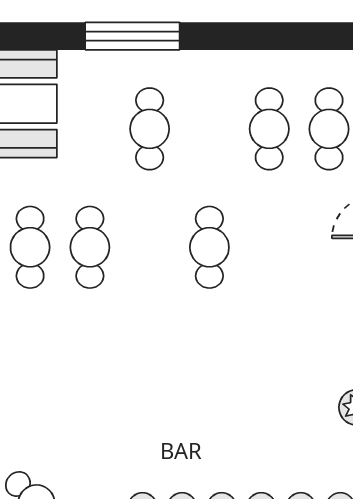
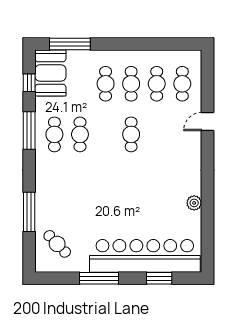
window: (132, 36) -> (70, 44), moved
cafe table: (209, 129) -> (131, 84), added

